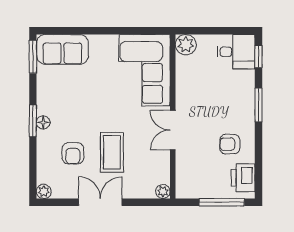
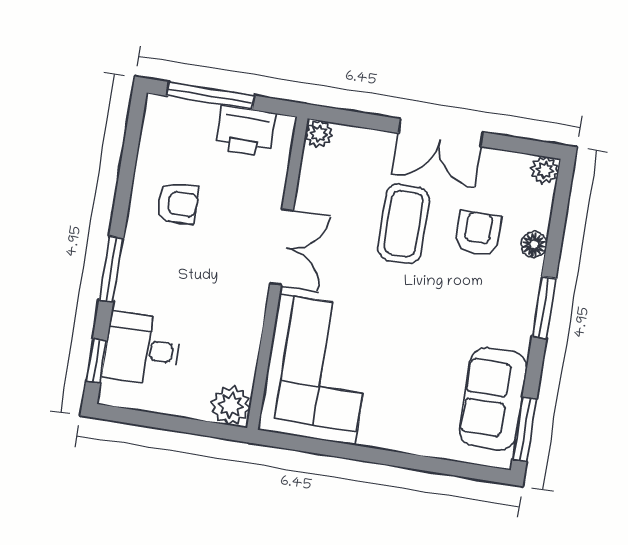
sofa: (62, 49) -> (493, 399), moved, turned -90
desk: (236, 52) -> (142, 349), moved
floor lamp: (43, 122) -> (534, 245), moved
printer: (243, 178) -> (245, 131), moved, turned 90

